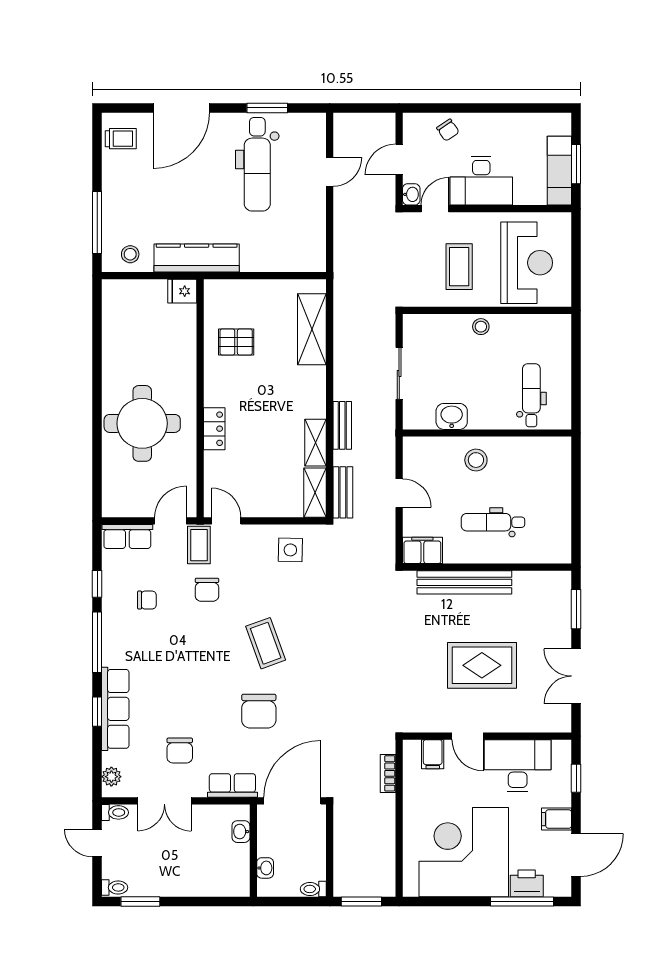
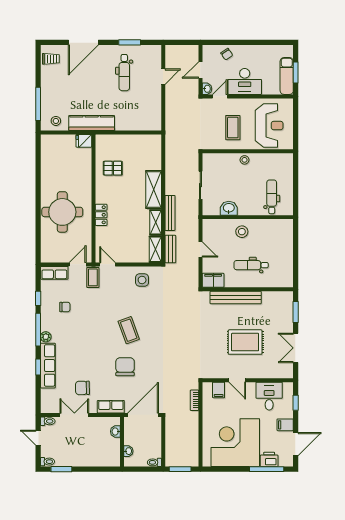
dental chair: (257, 164) -> (124, 73), width x0.73, depth x0.72
shelving: (312, 329) -> (154, 189), moved
bench: (342, 425) -> (170, 213), width x1.36
chair: (207, 590) -> (97, 301), removed
chair: (259, 711) -> (125, 367), turned 180
chair: (180, 751) -> (82, 388), turned 89
desk: (518, 766) -> (269, 396), width x0.73
plant: (111, 777) -> (46, 337), moved
double door: (164, 801) -> (74, 415), swing flipped

